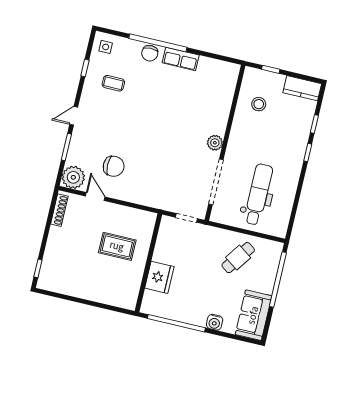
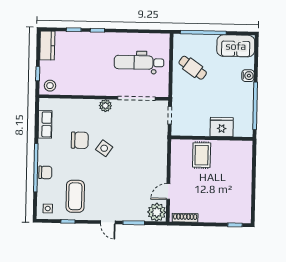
row of seats: (181, 59) -> (45, 124), moved
coffee table: (113, 83) -> (75, 196), width x1.86, depth x1.72
stool: (259, 104) -> (50, 86), moved
side table: (164, 130) -> (104, 148), added
chair: (114, 166) -> (80, 140), moved, turned 90
rug: (117, 246) -> (202, 155), moved

